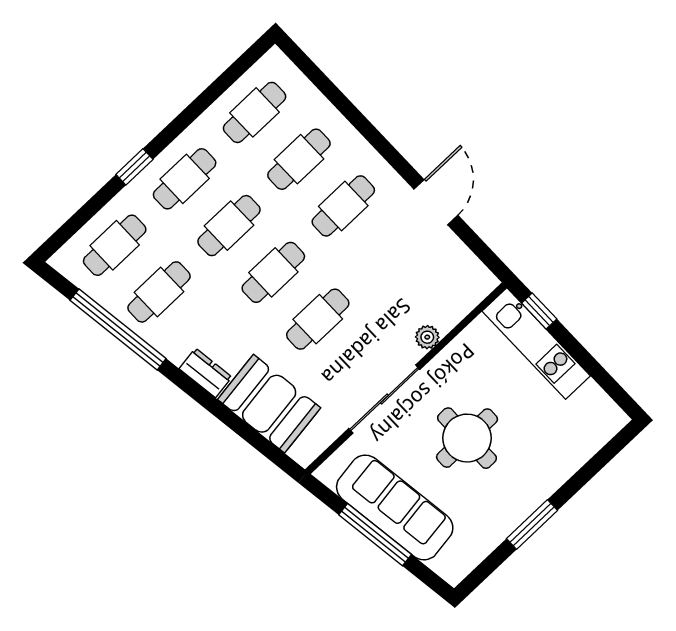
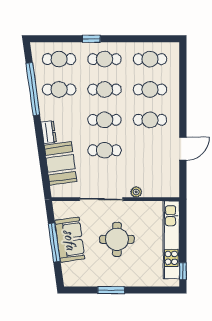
window: (539, 311) -> (183, 271), moved
kitchen unit: (536, 344) -> (171, 240), width x1.36
sofa: (395, 507) -> (70, 240), width x0.73

